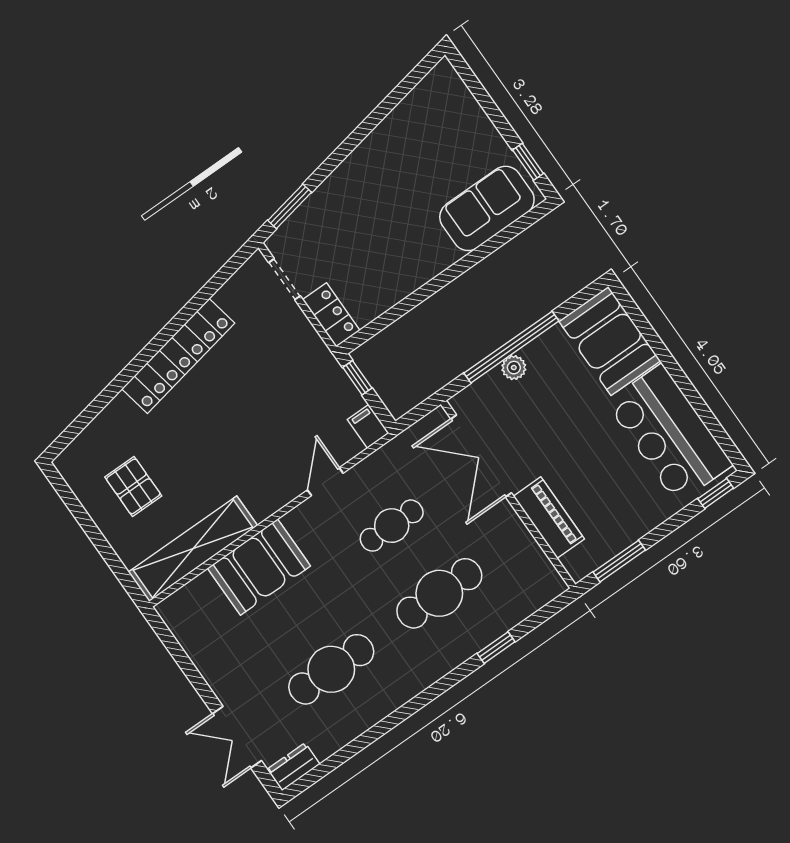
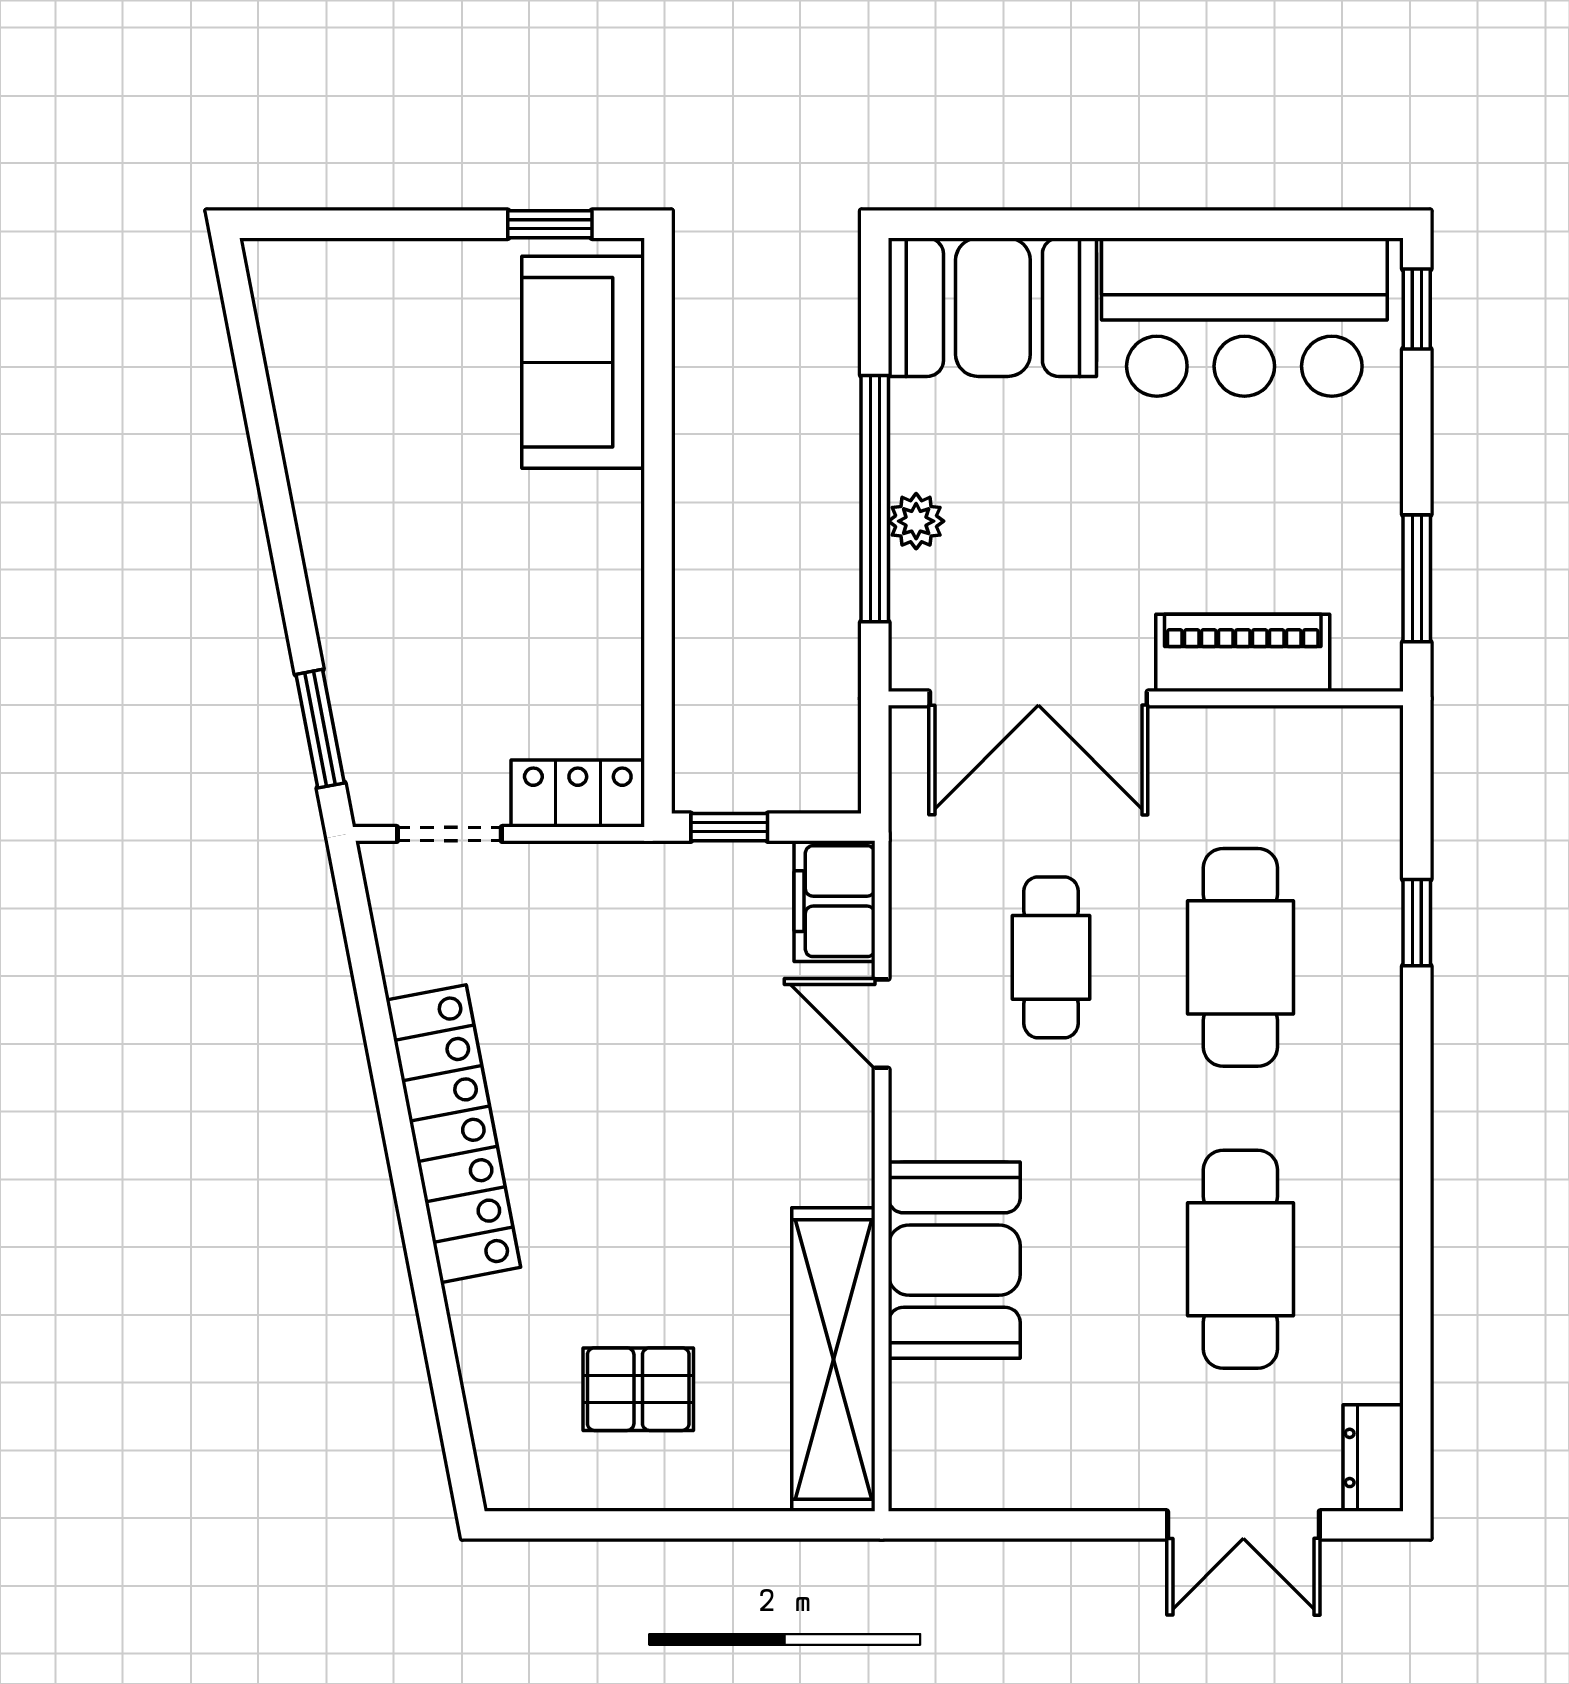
filing cabinet: (368, 426) -> (834, 901), width x2.00

